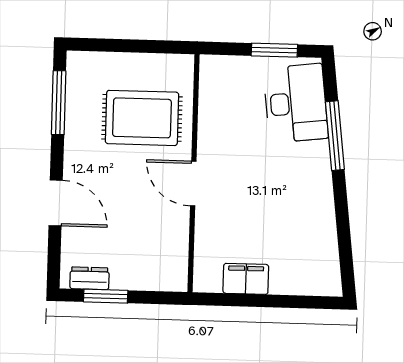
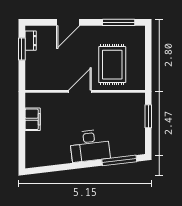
window: (274, 50) -> (148, 116), moved
desk: (296, 103) -> (90, 146), moved
window: (335, 136) -> (119, 160), moved

